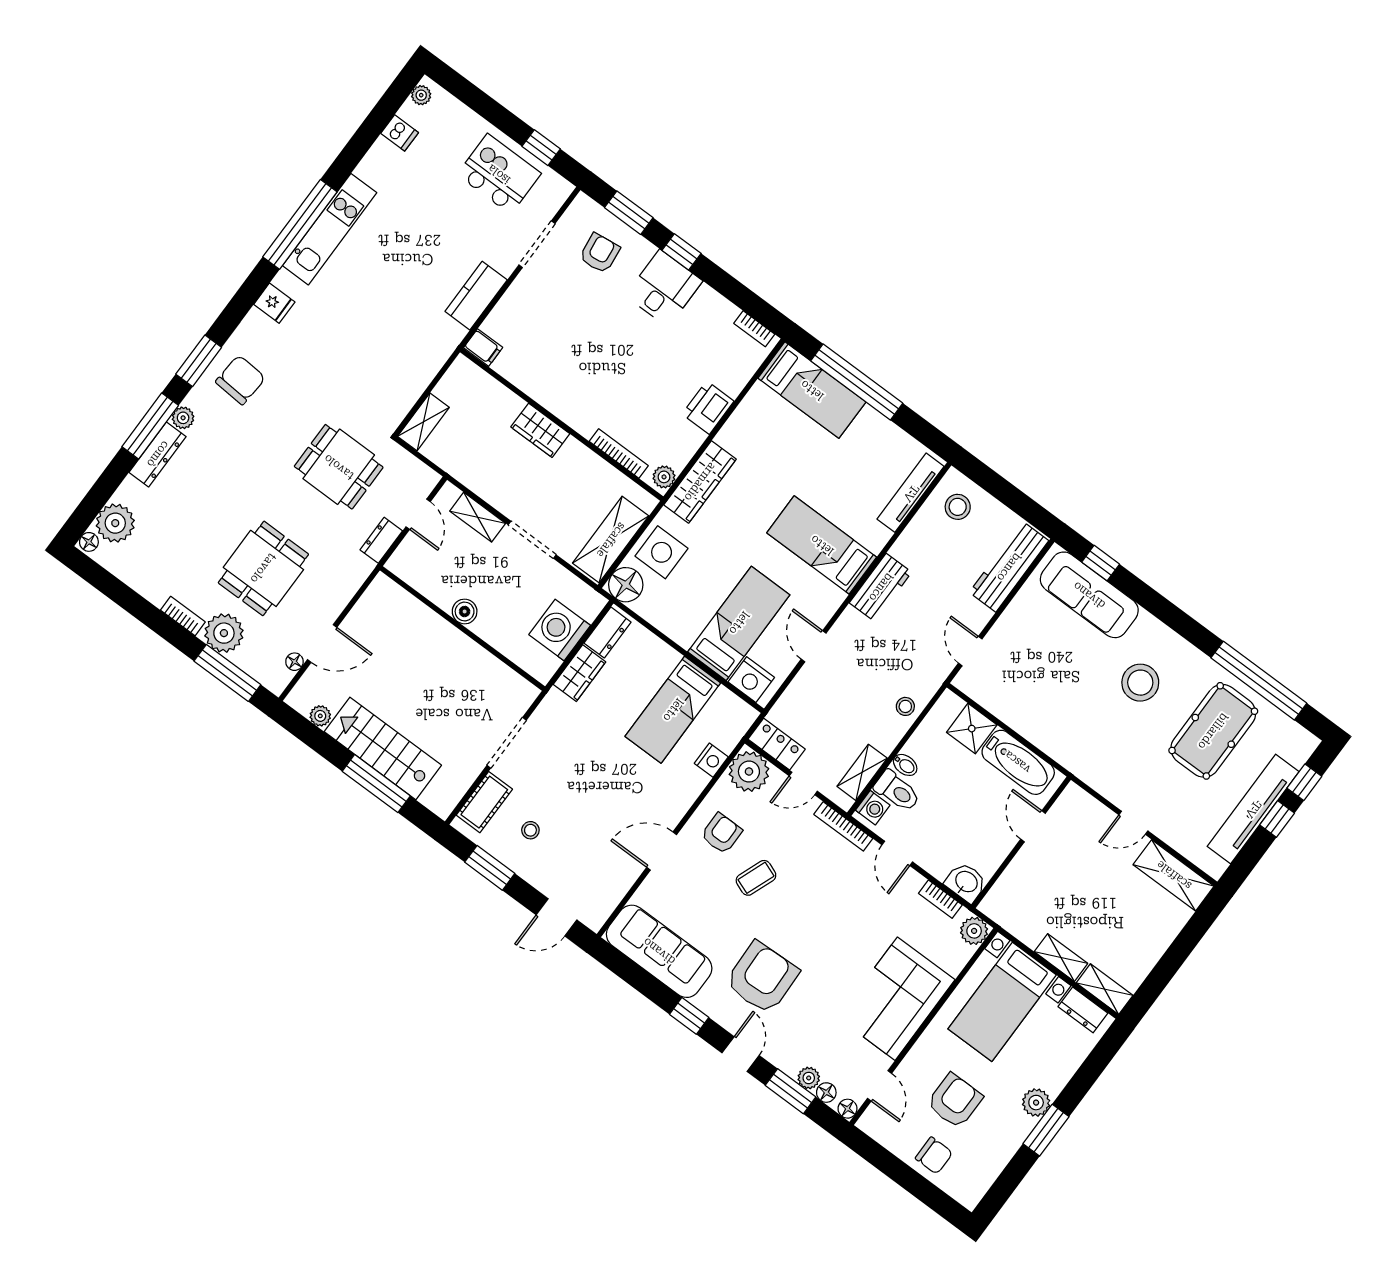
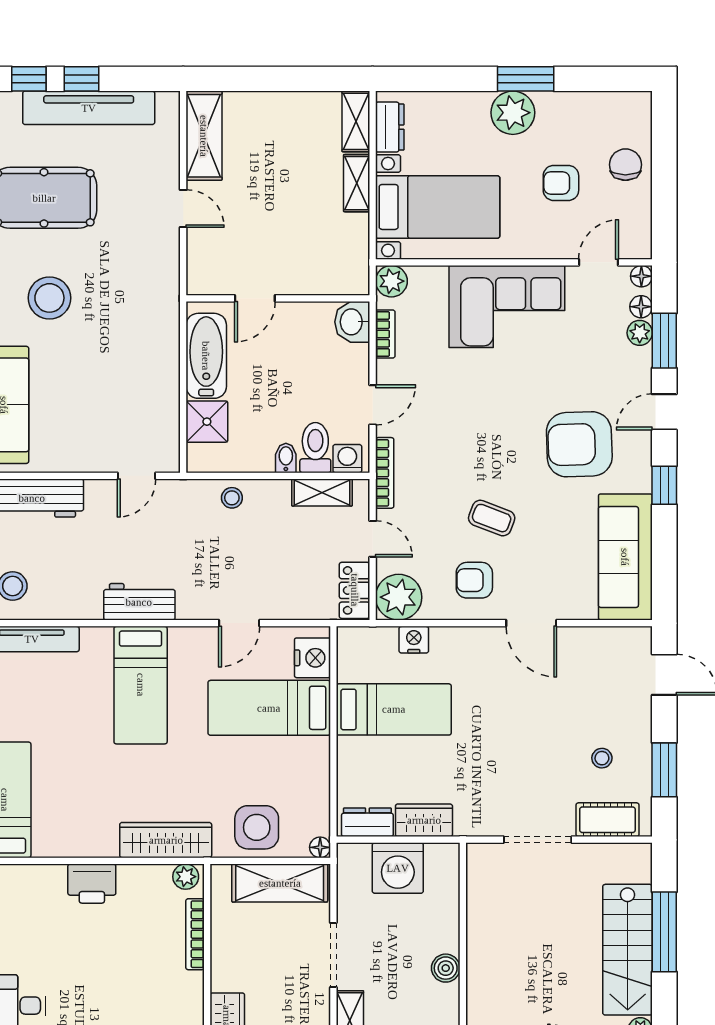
floor lamp: (626, 585) -> (320, 847), width x0.53, depth x0.53
armchair: (955, 1101) -> (561, 183), width x0.72, depth x0.72
plant: (1036, 1103) -> (513, 113), width x1.36, depth x1.36

